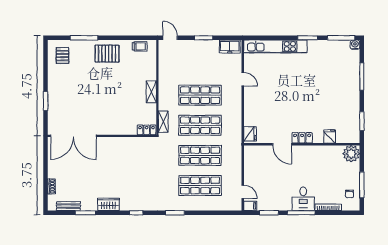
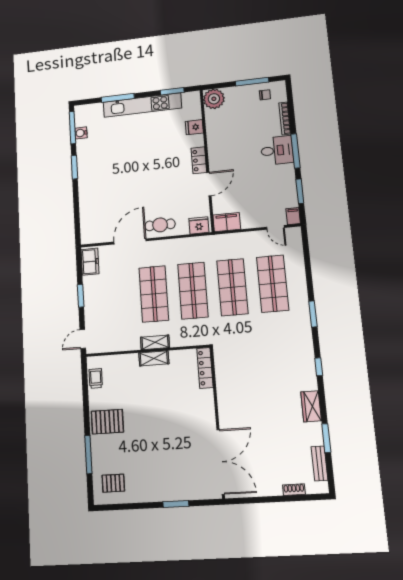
water cooler: (355, 45) -> (81, 133), moved
kitchen unit: (275, 46) -> (142, 105), moved, turned 90
pallet: (107, 54) -> (107, 422), turned 90
door: (243, 79) -> (130, 241), width x1.87
cafe table: (253, 104) -> (160, 225), added
shelving: (163, 122) -> (155, 342), moved
locker: (147, 130) -> (205, 368), width x1.53
filing cabinet: (250, 155) -> (227, 222), added
door: (243, 192) -> (275, 227), swing flipped

